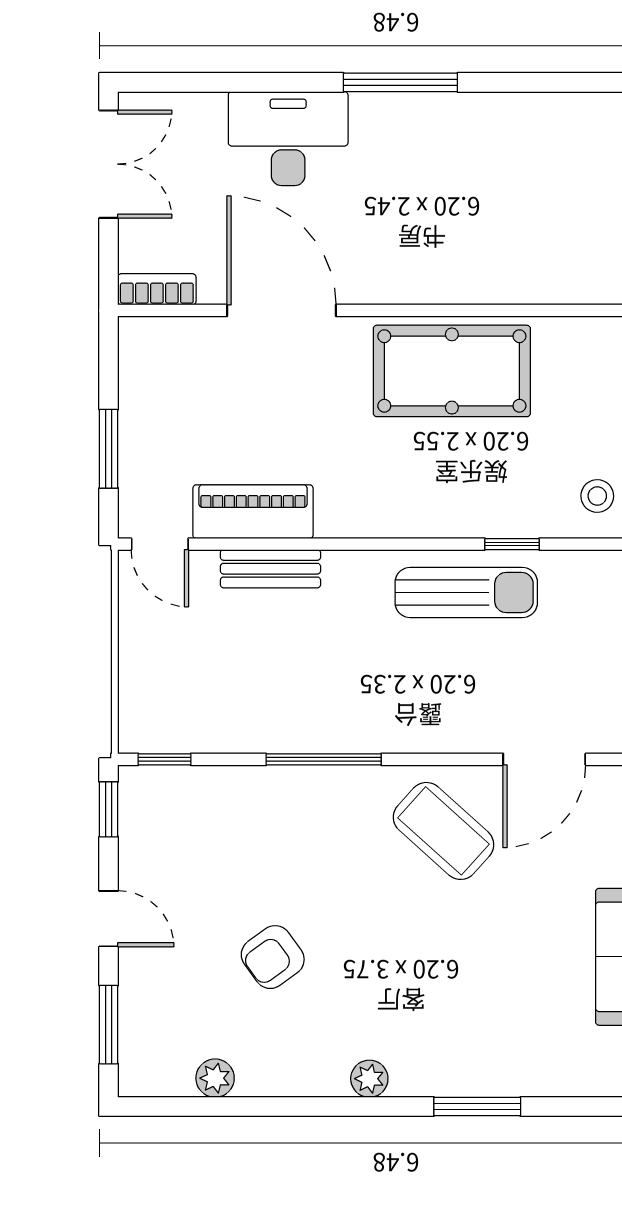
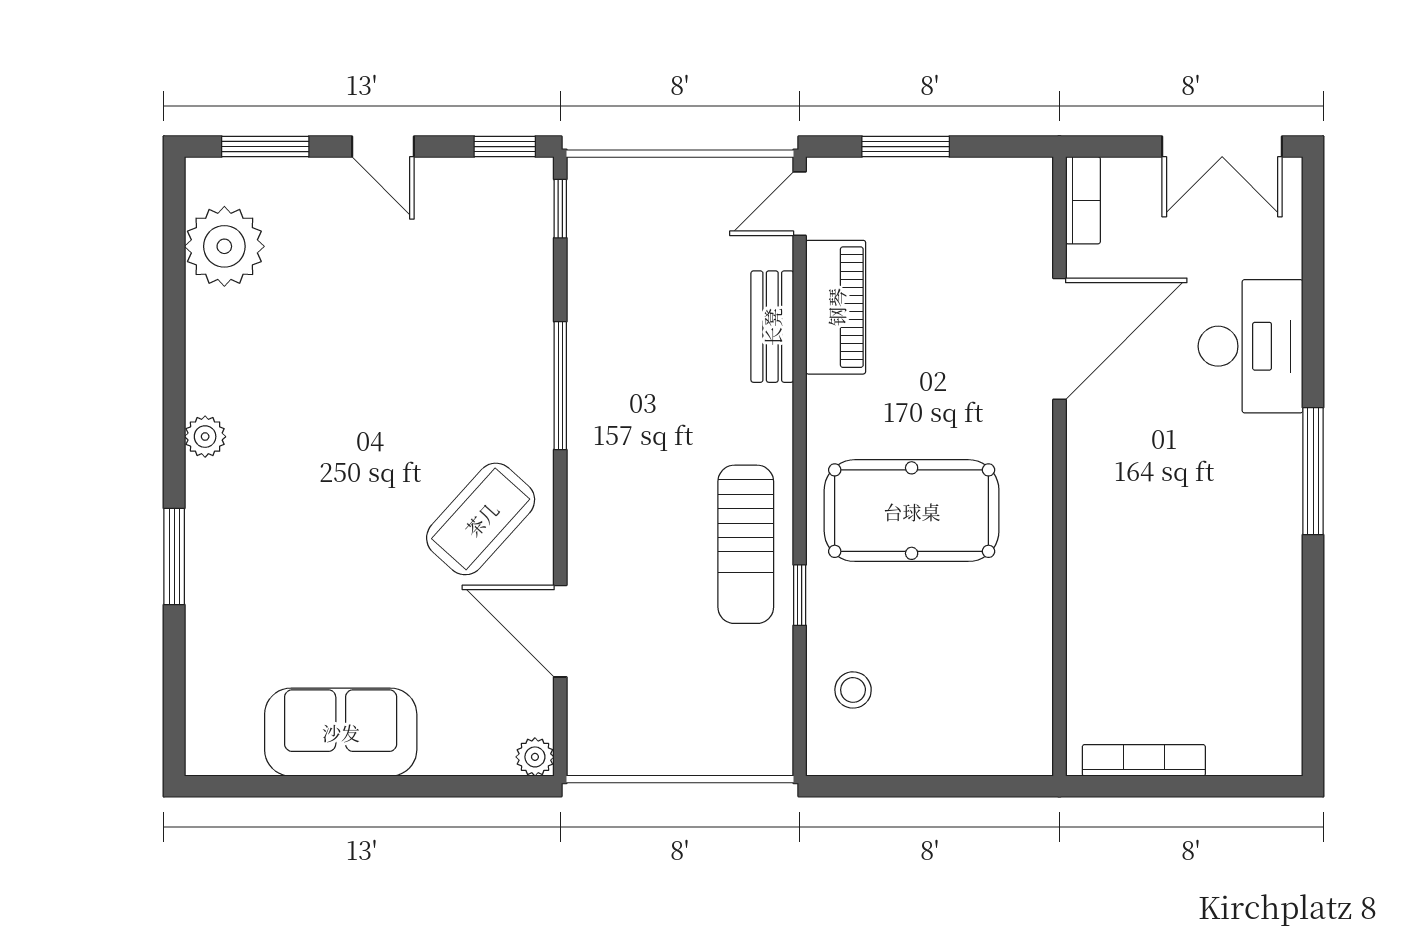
pool table: (452, 371) -> (912, 511), moved, turned 90
door: (109, 919) -> (383, 147), hinge flipped
armchair: (273, 957) -> (340, 329), removed
plant: (215, 1078) -> (224, 246), width x1.87, depth x1.87

